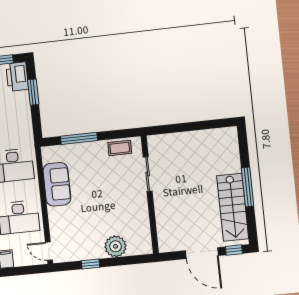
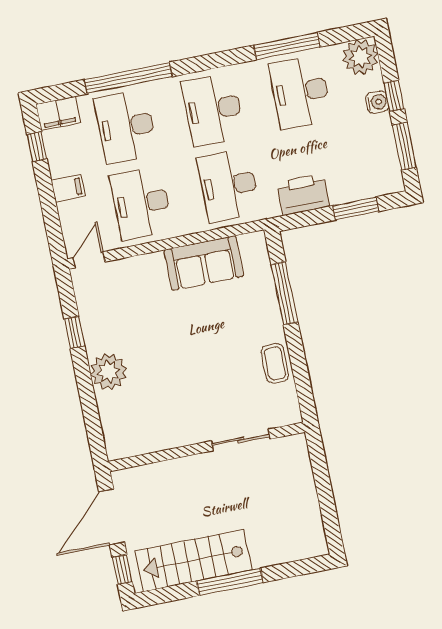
printer: (17, 77) -> (303, 194), moved
sliding door: (148, 174) -> (241, 440), moved
wall: (150, 195) -> (206, 447), moved

